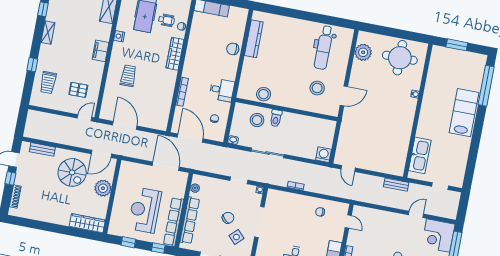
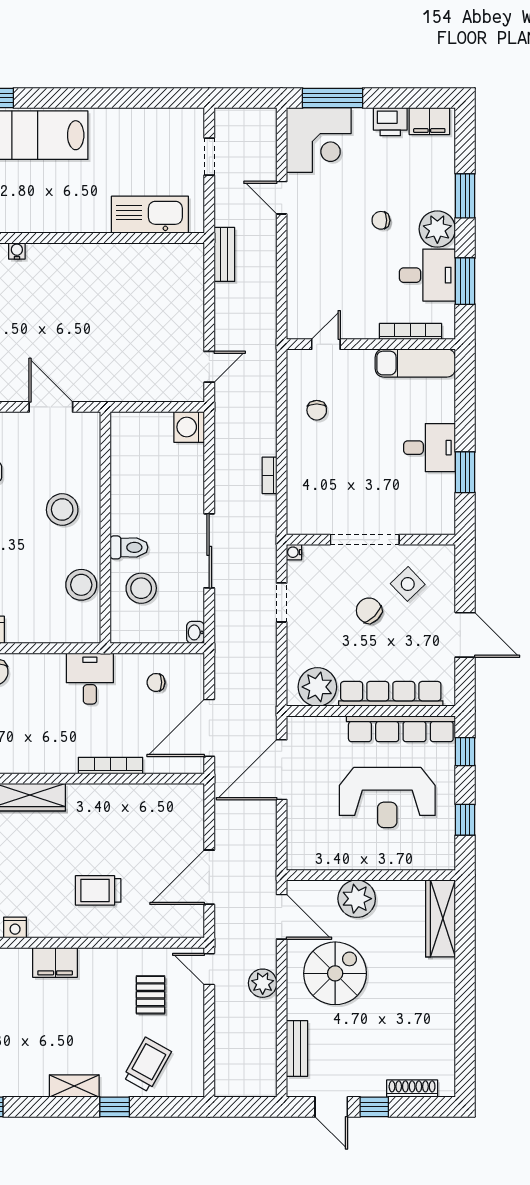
shelving: (48, 33) -> (74, 1086), moved
trolley: (48, 83) -> (147, 1065), turned -61
stool: (317, 88) -> (62, 509), moved
plant: (74, 140) -> (263, 983), added
plant: (195, 188) -> (317, 687), width x1.88, depth x1.88

